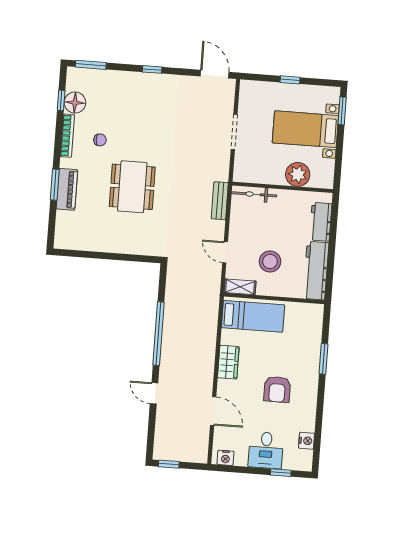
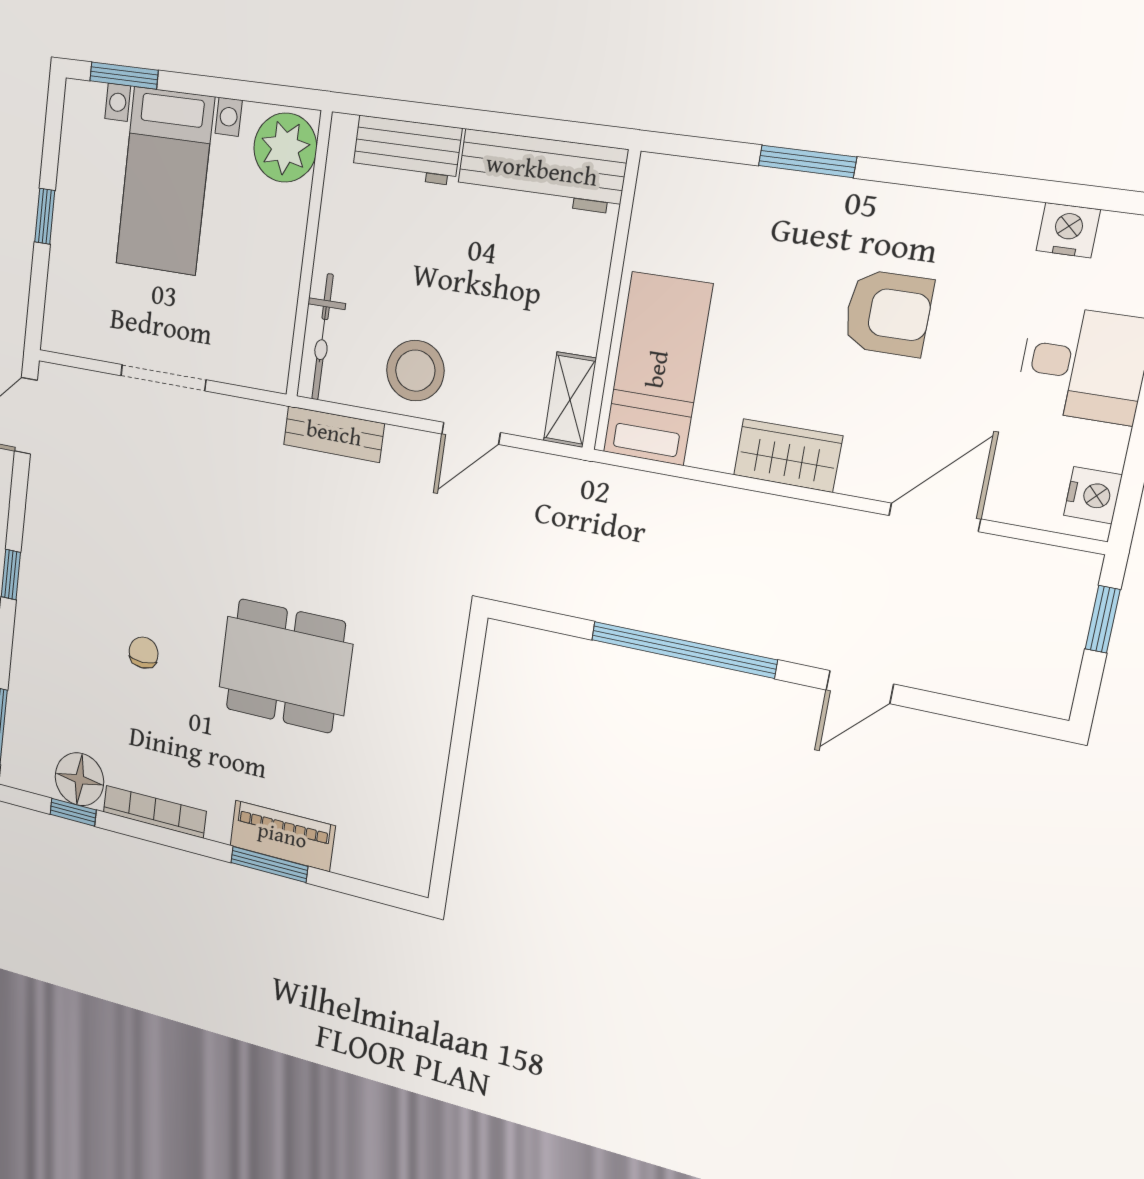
chair: (100, 140) -> (144, 653), moved
plant: (298, 174) -> (285, 148), moved
stool: (270, 261) -> (415, 371), moved
window: (169, 464) -> (1103, 619), moved

